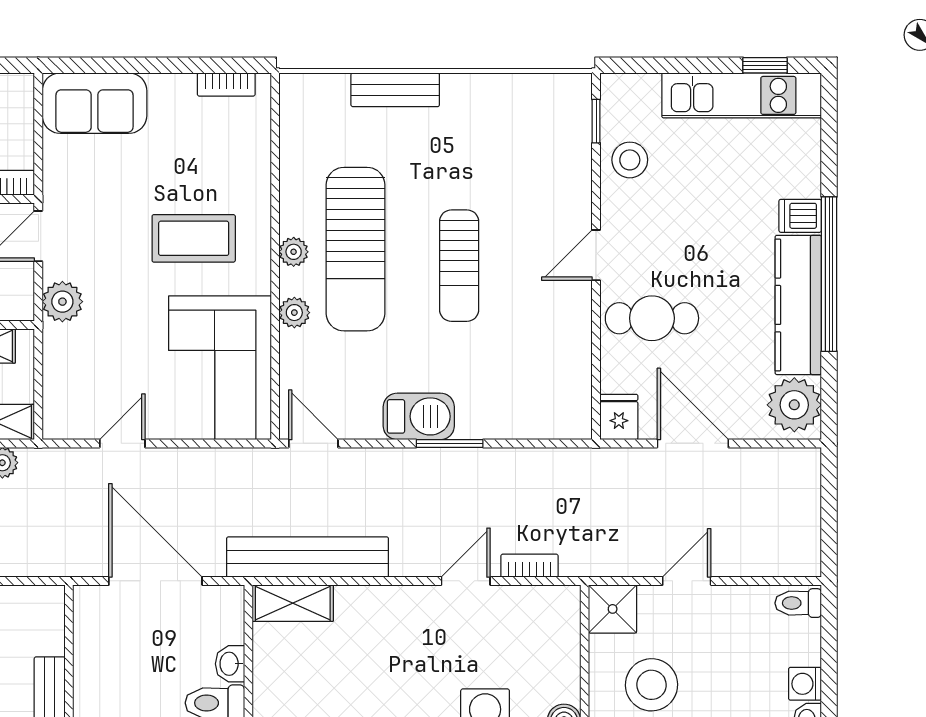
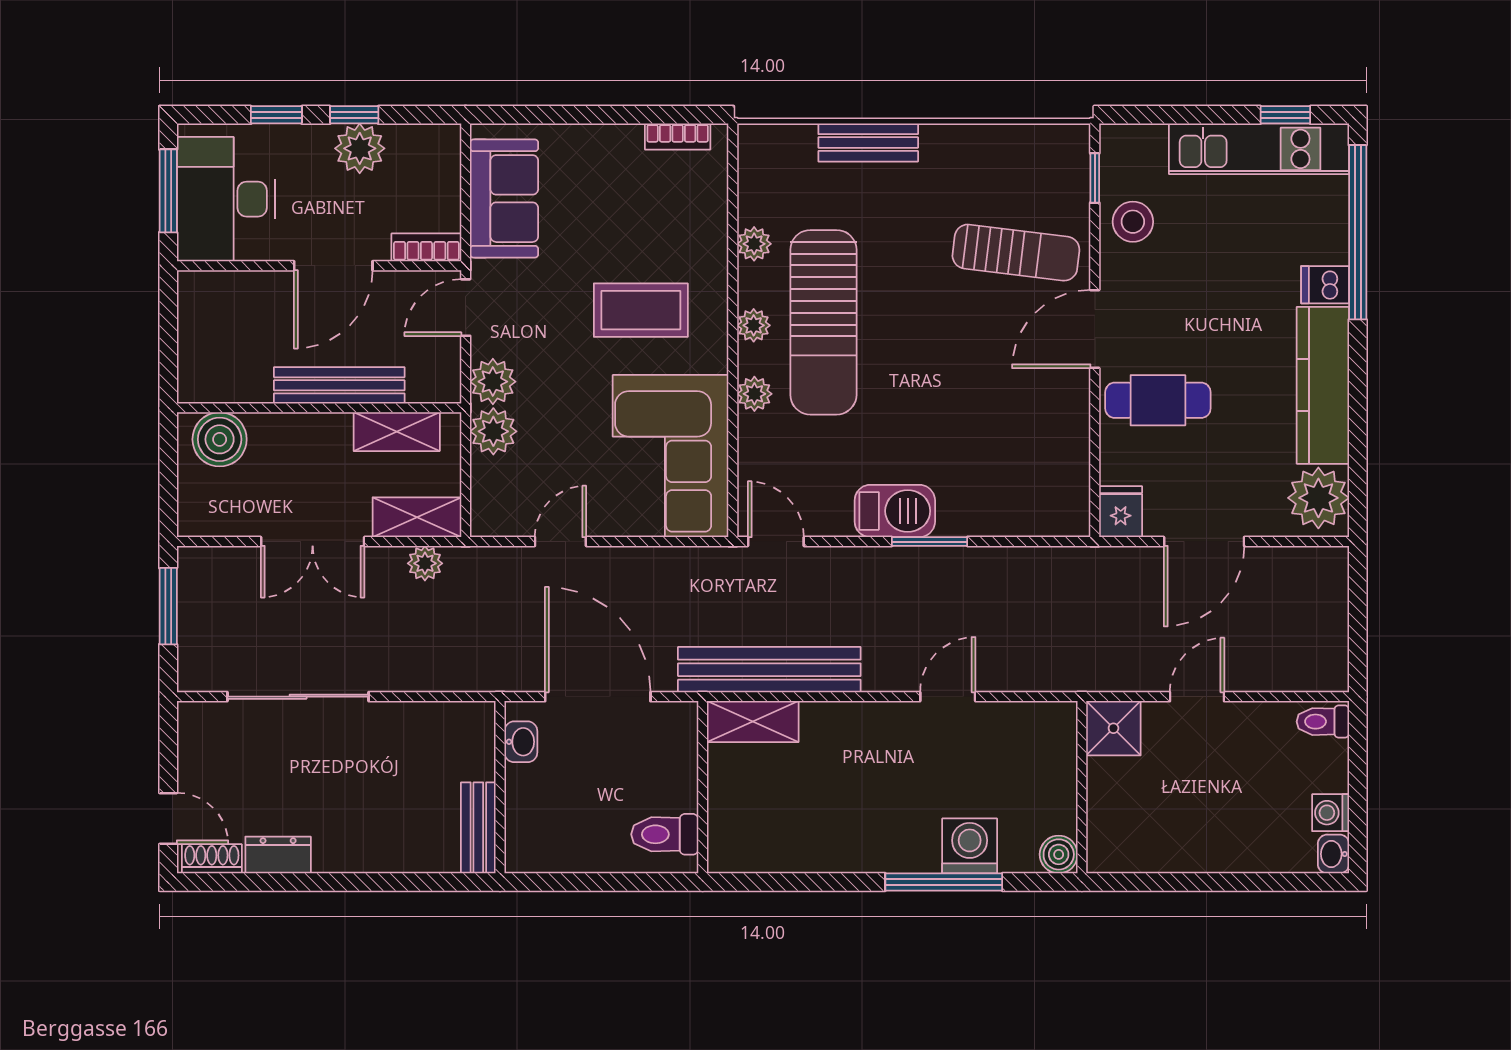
sofa: (94, 103) -> (504, 199), moved, turned -90
plant: (294, 180) -> (754, 244), added
door: (596, 255) -> (1095, 329), width x1.37
sun lounger: (459, 266) -> (1016, 253), moved, turned -83
window: (829, 274) -> (1358, 232), moved
plant: (63, 346) -> (493, 431), added
door: (693, 443) -> (1204, 542), swing flipped
bookcase: (530, 566) -> (1020, 679), removed
washbasin: (230, 664) -> (521, 742), moved, turned 180
stool: (651, 685) -> (1157, 814), removed

